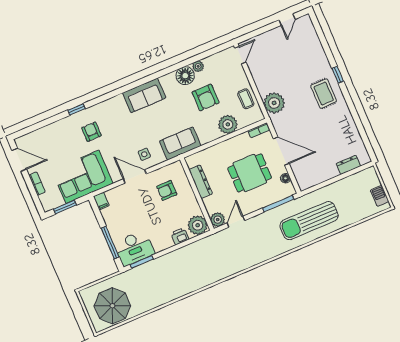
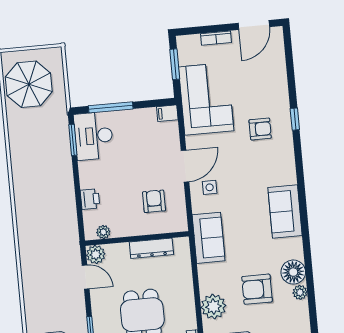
plant: (198, 225) -> (103, 232), width x0.53, depth x0.53

